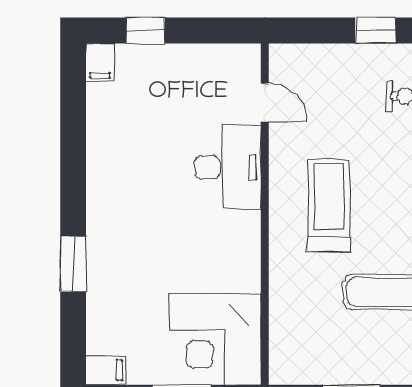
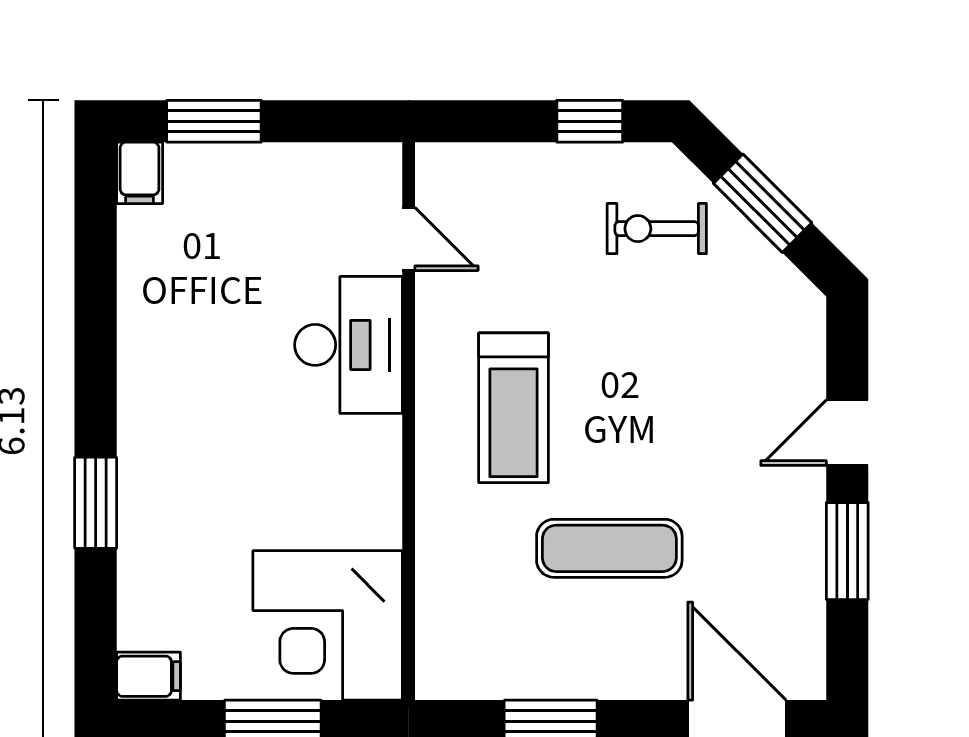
window: (146, 30) -> (214, 121), width x1.50
treadmill: (329, 206) -> (513, 408), turned 180

